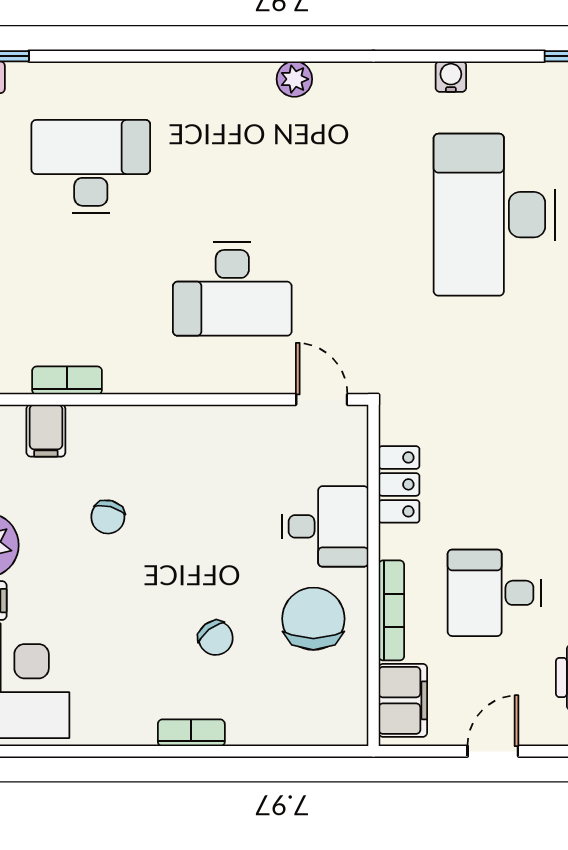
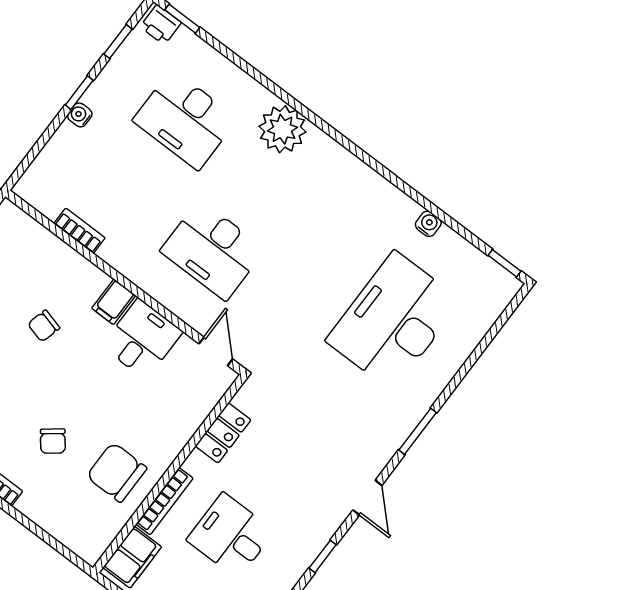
plant: (294, 79) -> (282, 129), moved, width x1.87, depth x1.87
desk: (91, 167) -> (185, 120), turned 180
filing cabinet: (46, 431) -> (114, 302), moved
desk: (325, 526) -> (142, 339), moved, turned -90
chair: (313, 619) -> (117, 472), turned -90

